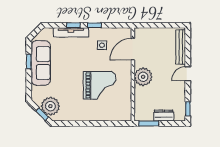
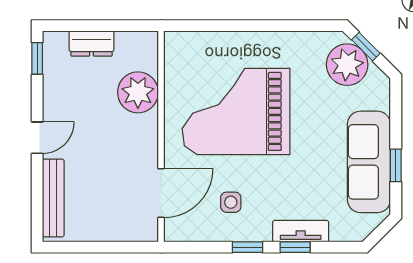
tv unit: (71, 32) -> (301, 231), width x0.71
plant: (143, 77) -> (138, 92), moved
grand piano: (100, 85) -> (236, 111), width x1.37, depth x1.48
window: (149, 123) -> (125, 26), removed

